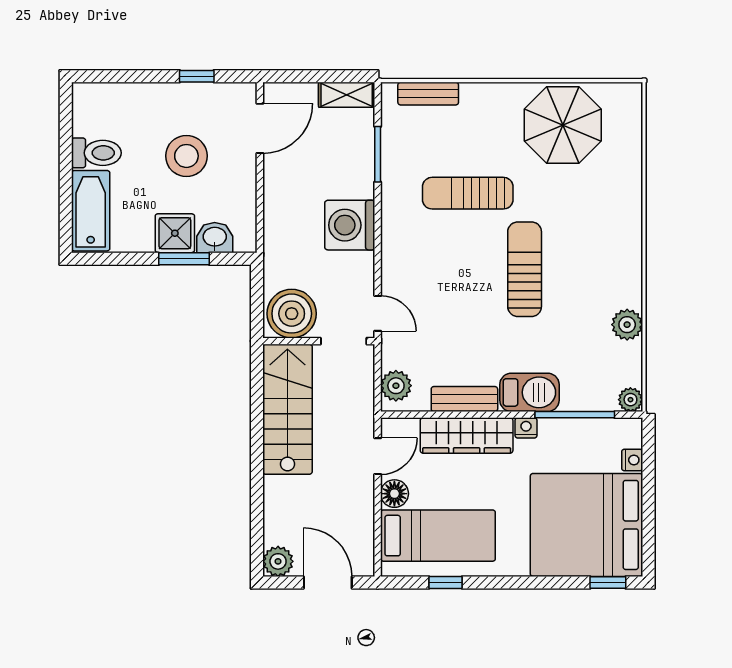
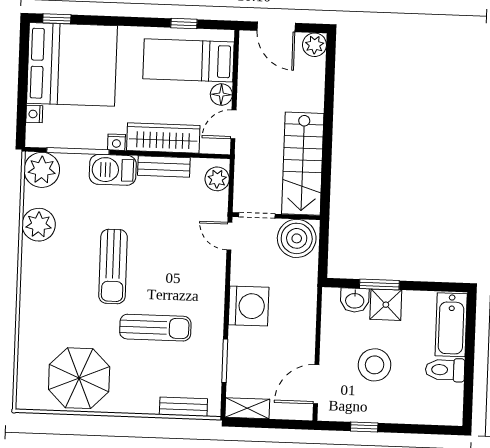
plant: (627, 325) -> (39, 225), width x1.36, depth x1.36
plant: (630, 400) -> (42, 170), width x1.87, depth x1.87

